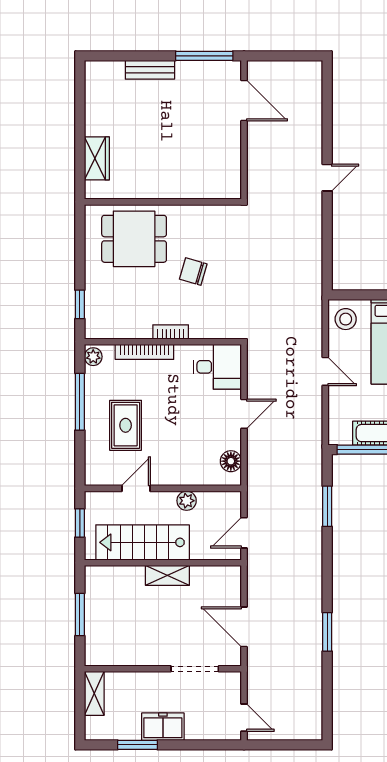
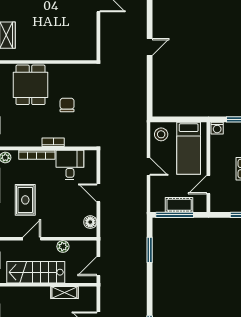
dining table: (134, 239) -> (31, 85), turned 90
chair: (193, 272) -> (67, 105), turned 74
desk: (217, 367) -> (70, 165), moved, turned -90
door: (244, 414) -> (98, 193), swing flipped
shelving: (167, 575) -> (64, 293), moved

